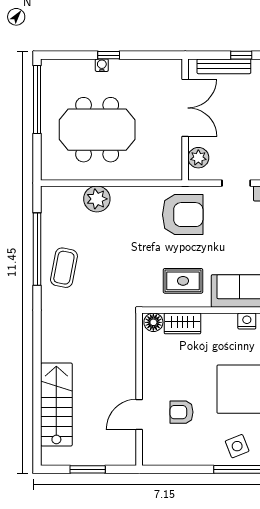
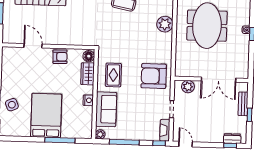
bench: (224, 66) -> (243, 104), width x0.73
armchair: (183, 215) -> (154, 76), turned 90
nightstand: (247, 321) -> (88, 100), moved
armchair: (182, 412) -> (60, 57), moved, turned 88

